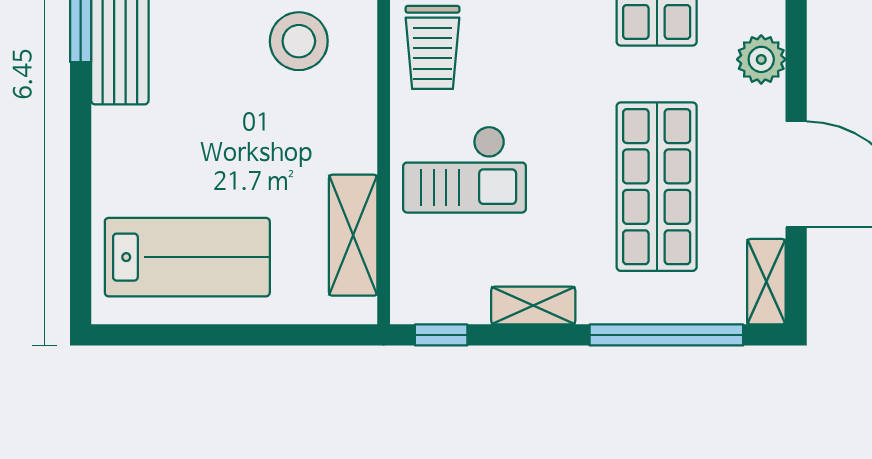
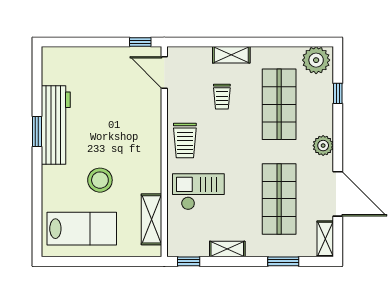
stool: (299, 41) -> (100, 180), moved
checkout: (465, 169) -> (198, 192), turned 180
window: (666, 335) -> (283, 261), width x0.47

